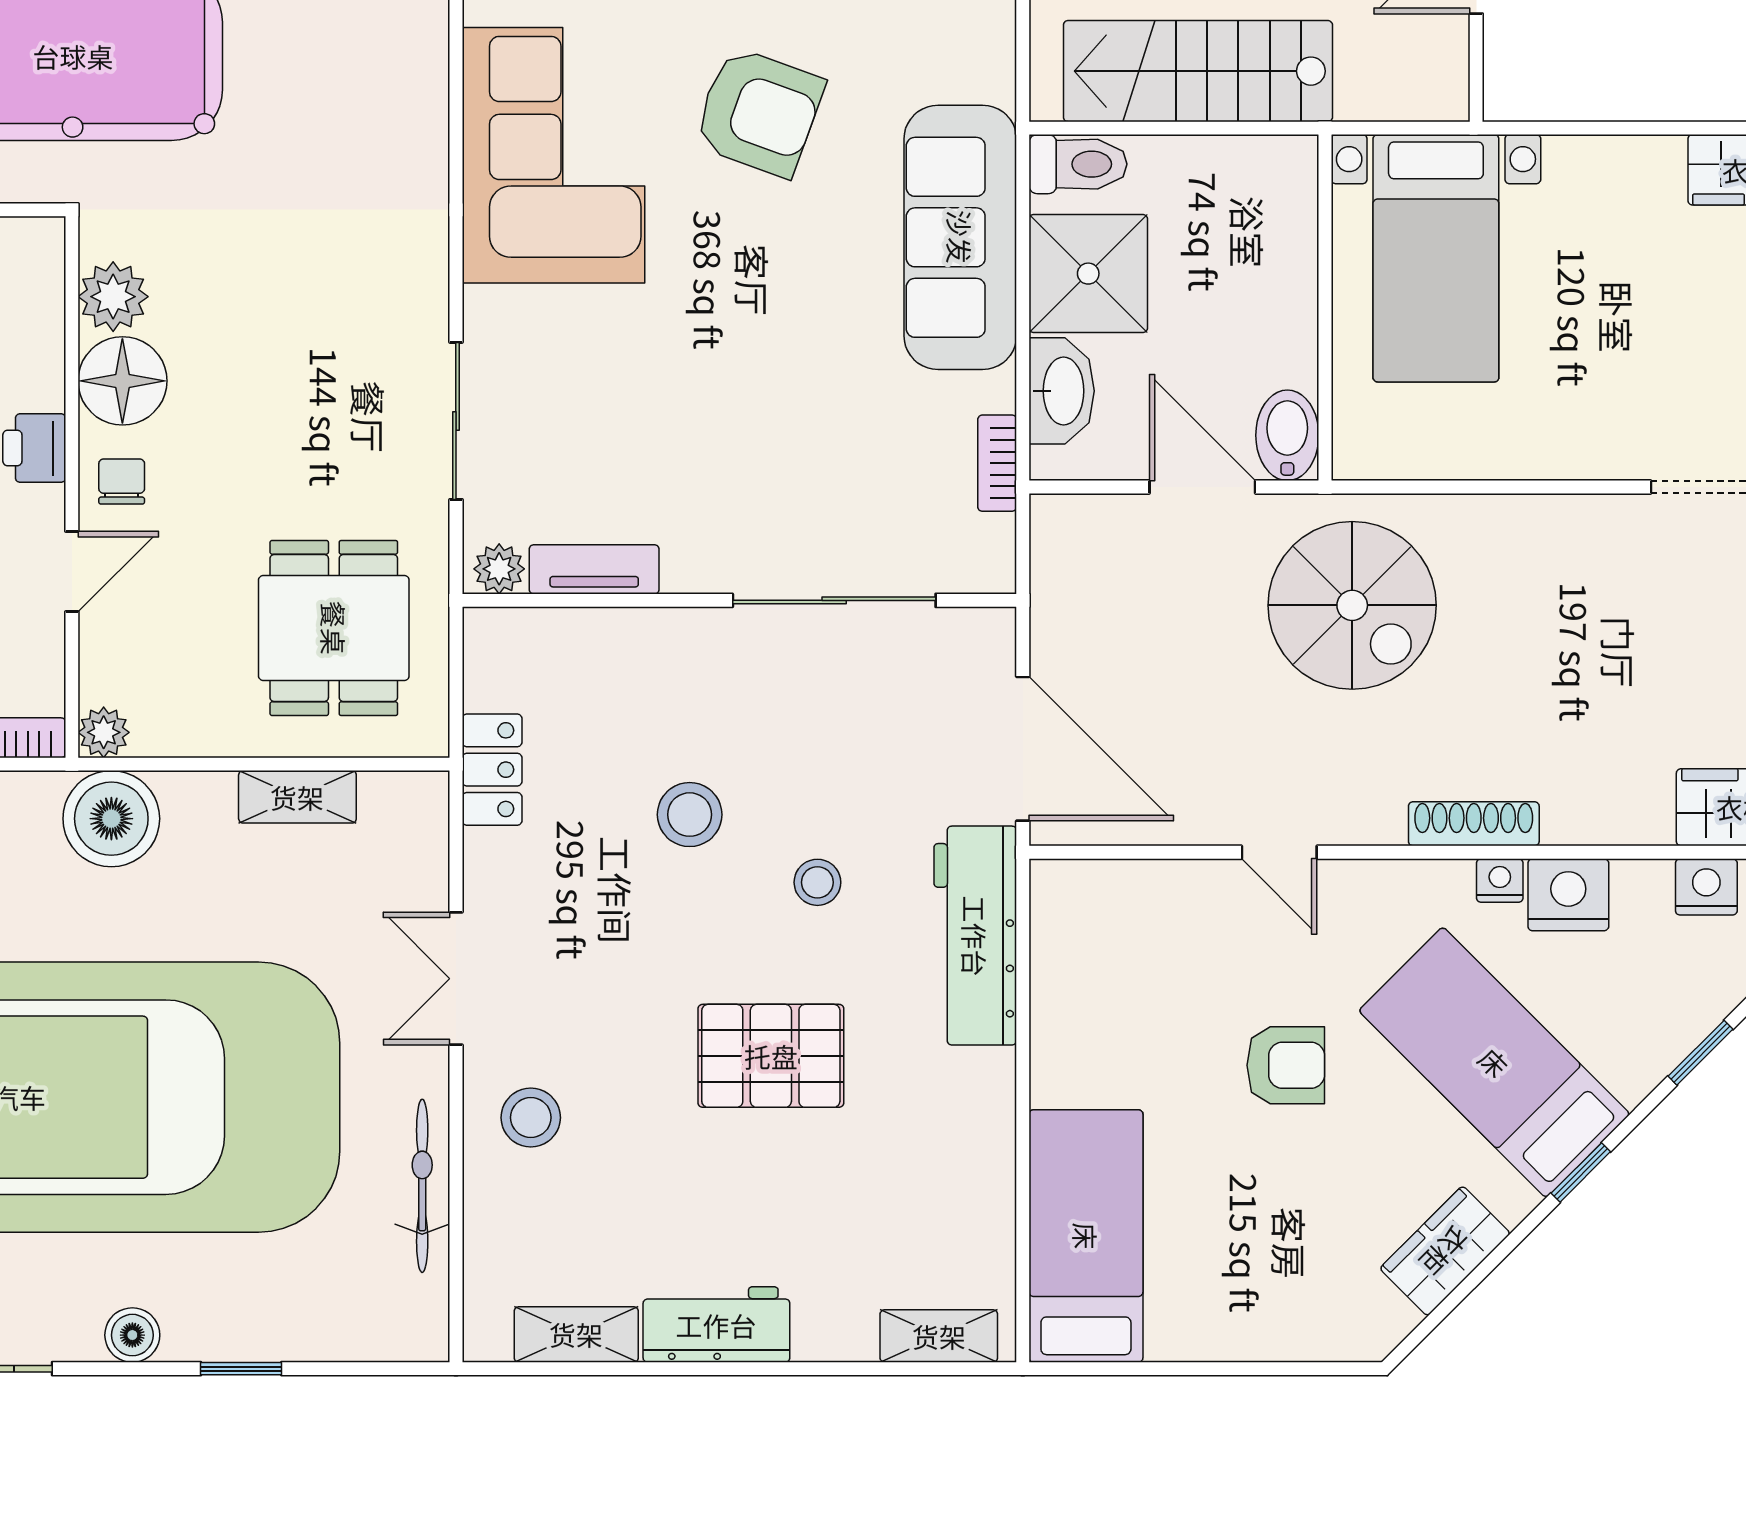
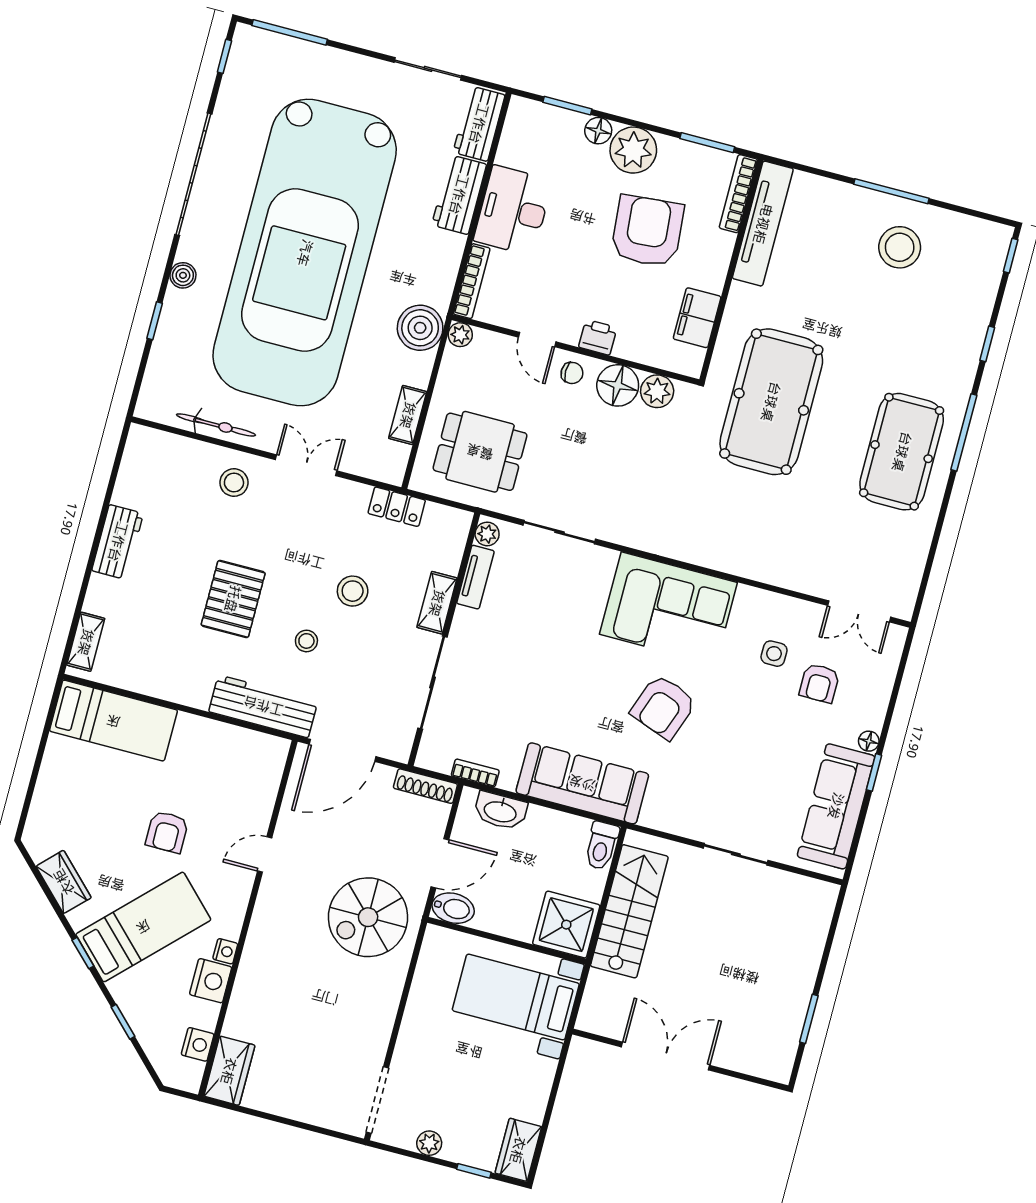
shower: (1088, 274) -> (566, 925), moved
shoe rack: (1474, 824) -> (425, 786), moved, turned 90
shelving: (576, 1334) -> (437, 603), moved

